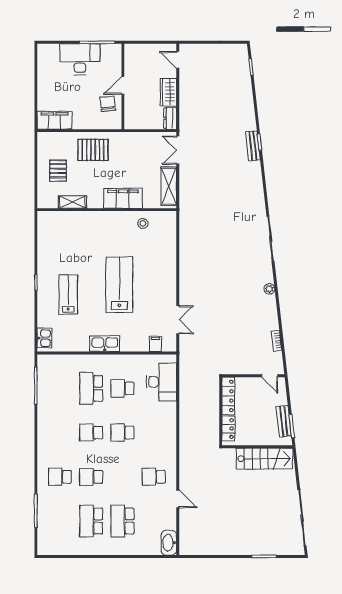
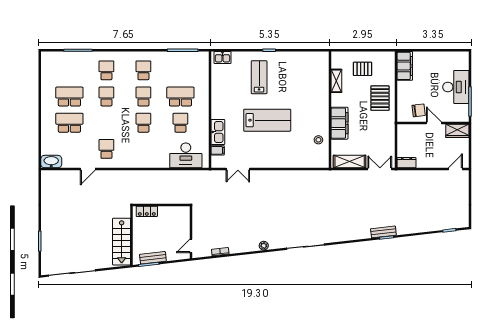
wardrobe: (168, 92) -> (457, 131), moved, turned 180
lab bench: (68, 294) -> (259, 77), turned -90
kitchen sink: (105, 344) -> (218, 132), moved
locker: (228, 396) -> (174, 211), removed
school desk: (60, 433) -> (143, 70), added

